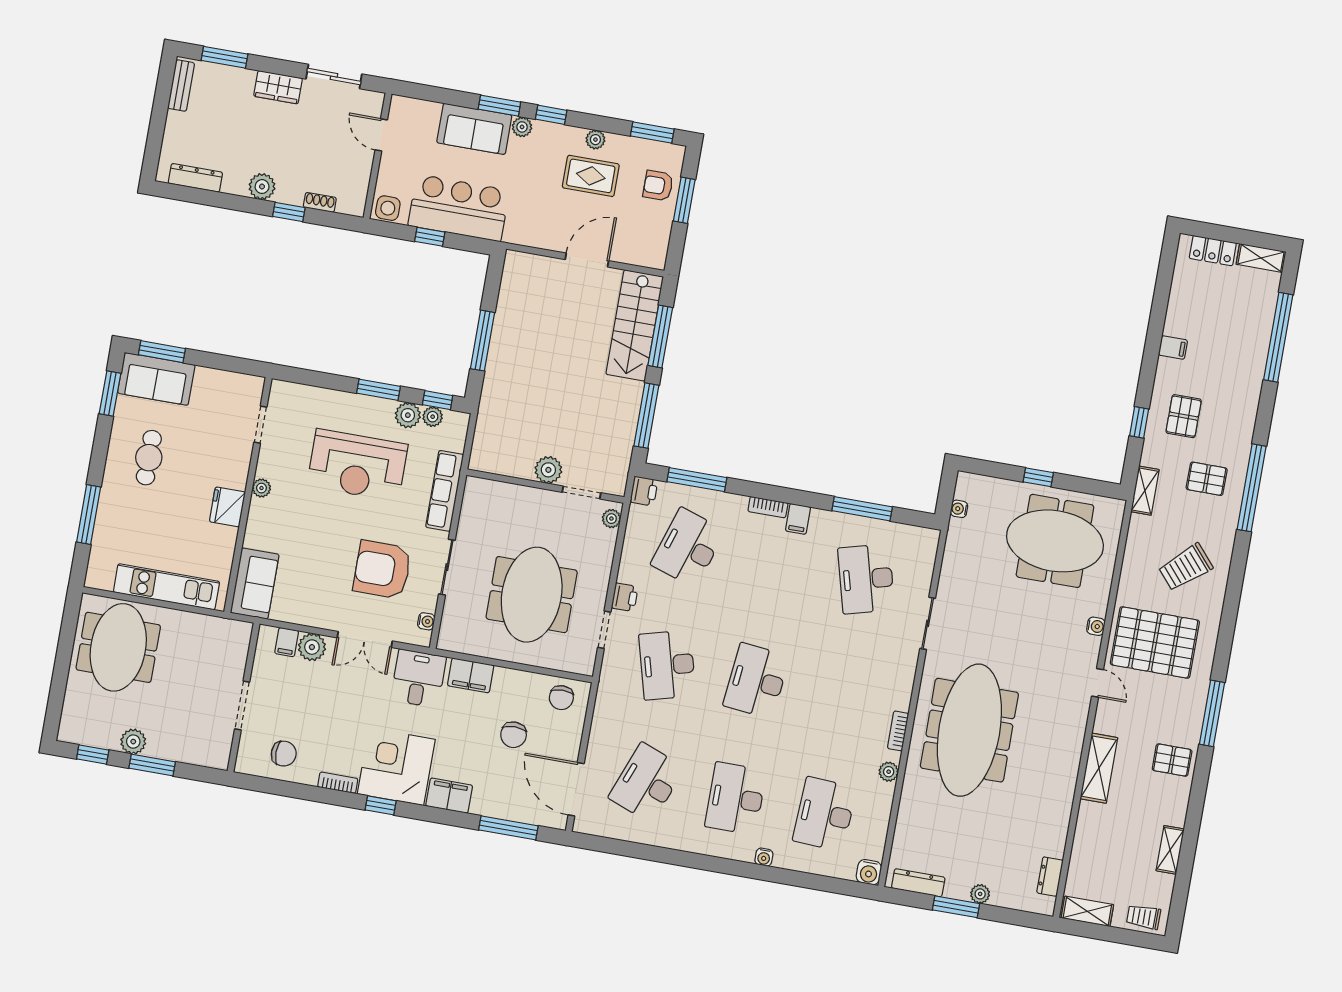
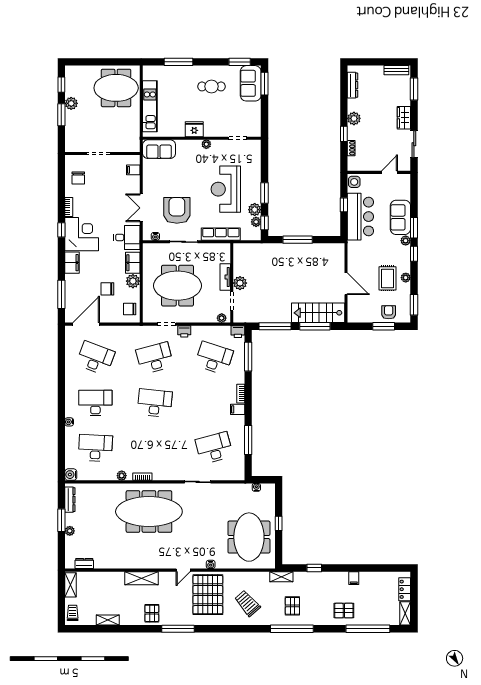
pallet: (1184, 416) -> (344, 611), moved
tv unit: (531, 497) -> (225, 277), added
plant: (312, 647) -> (133, 281), moved

